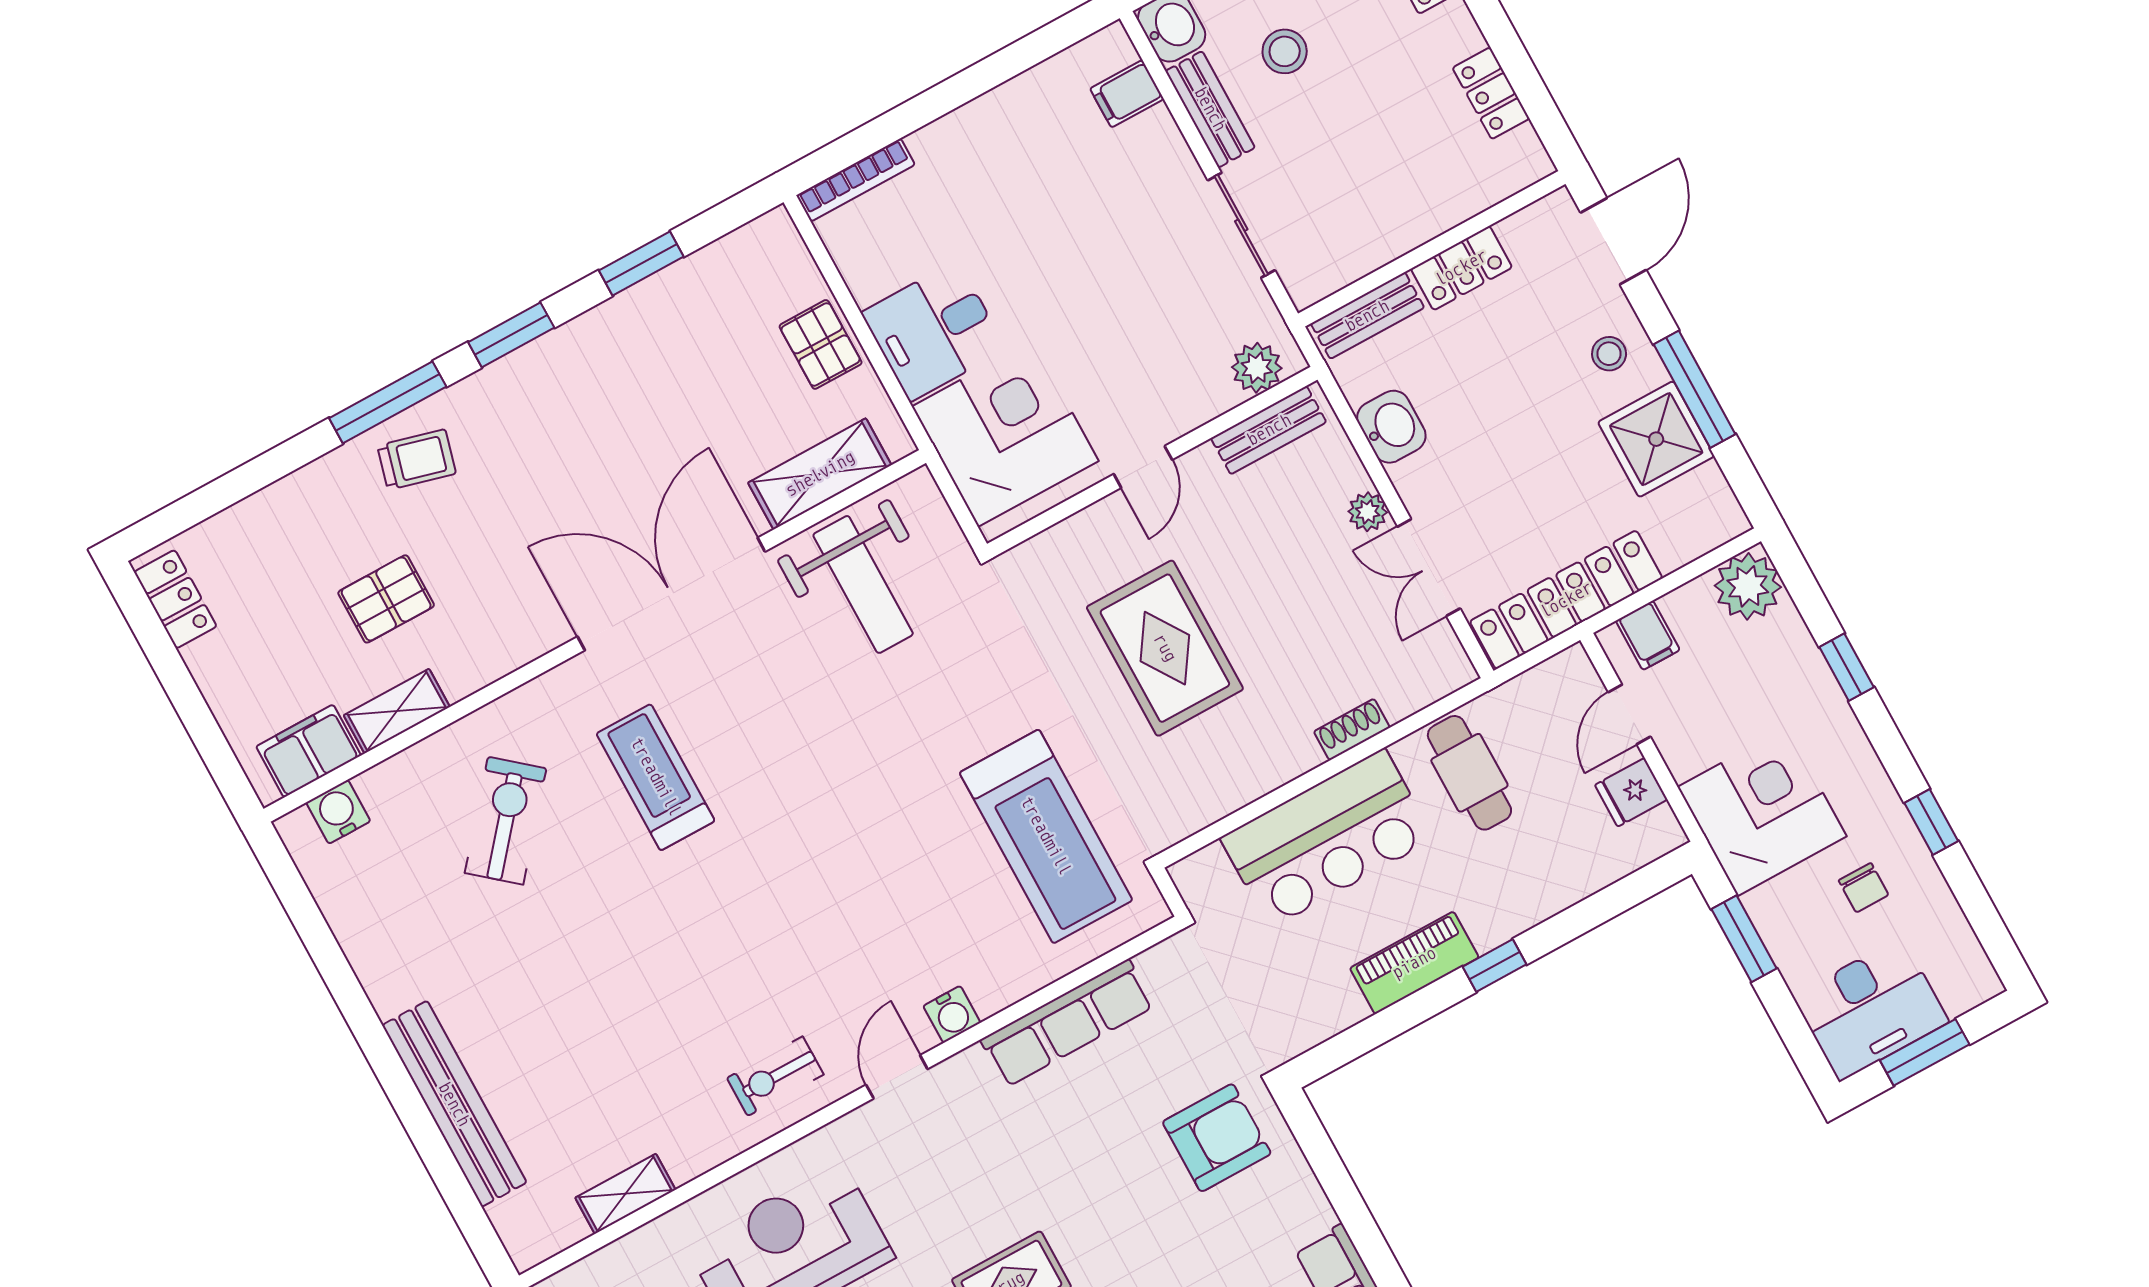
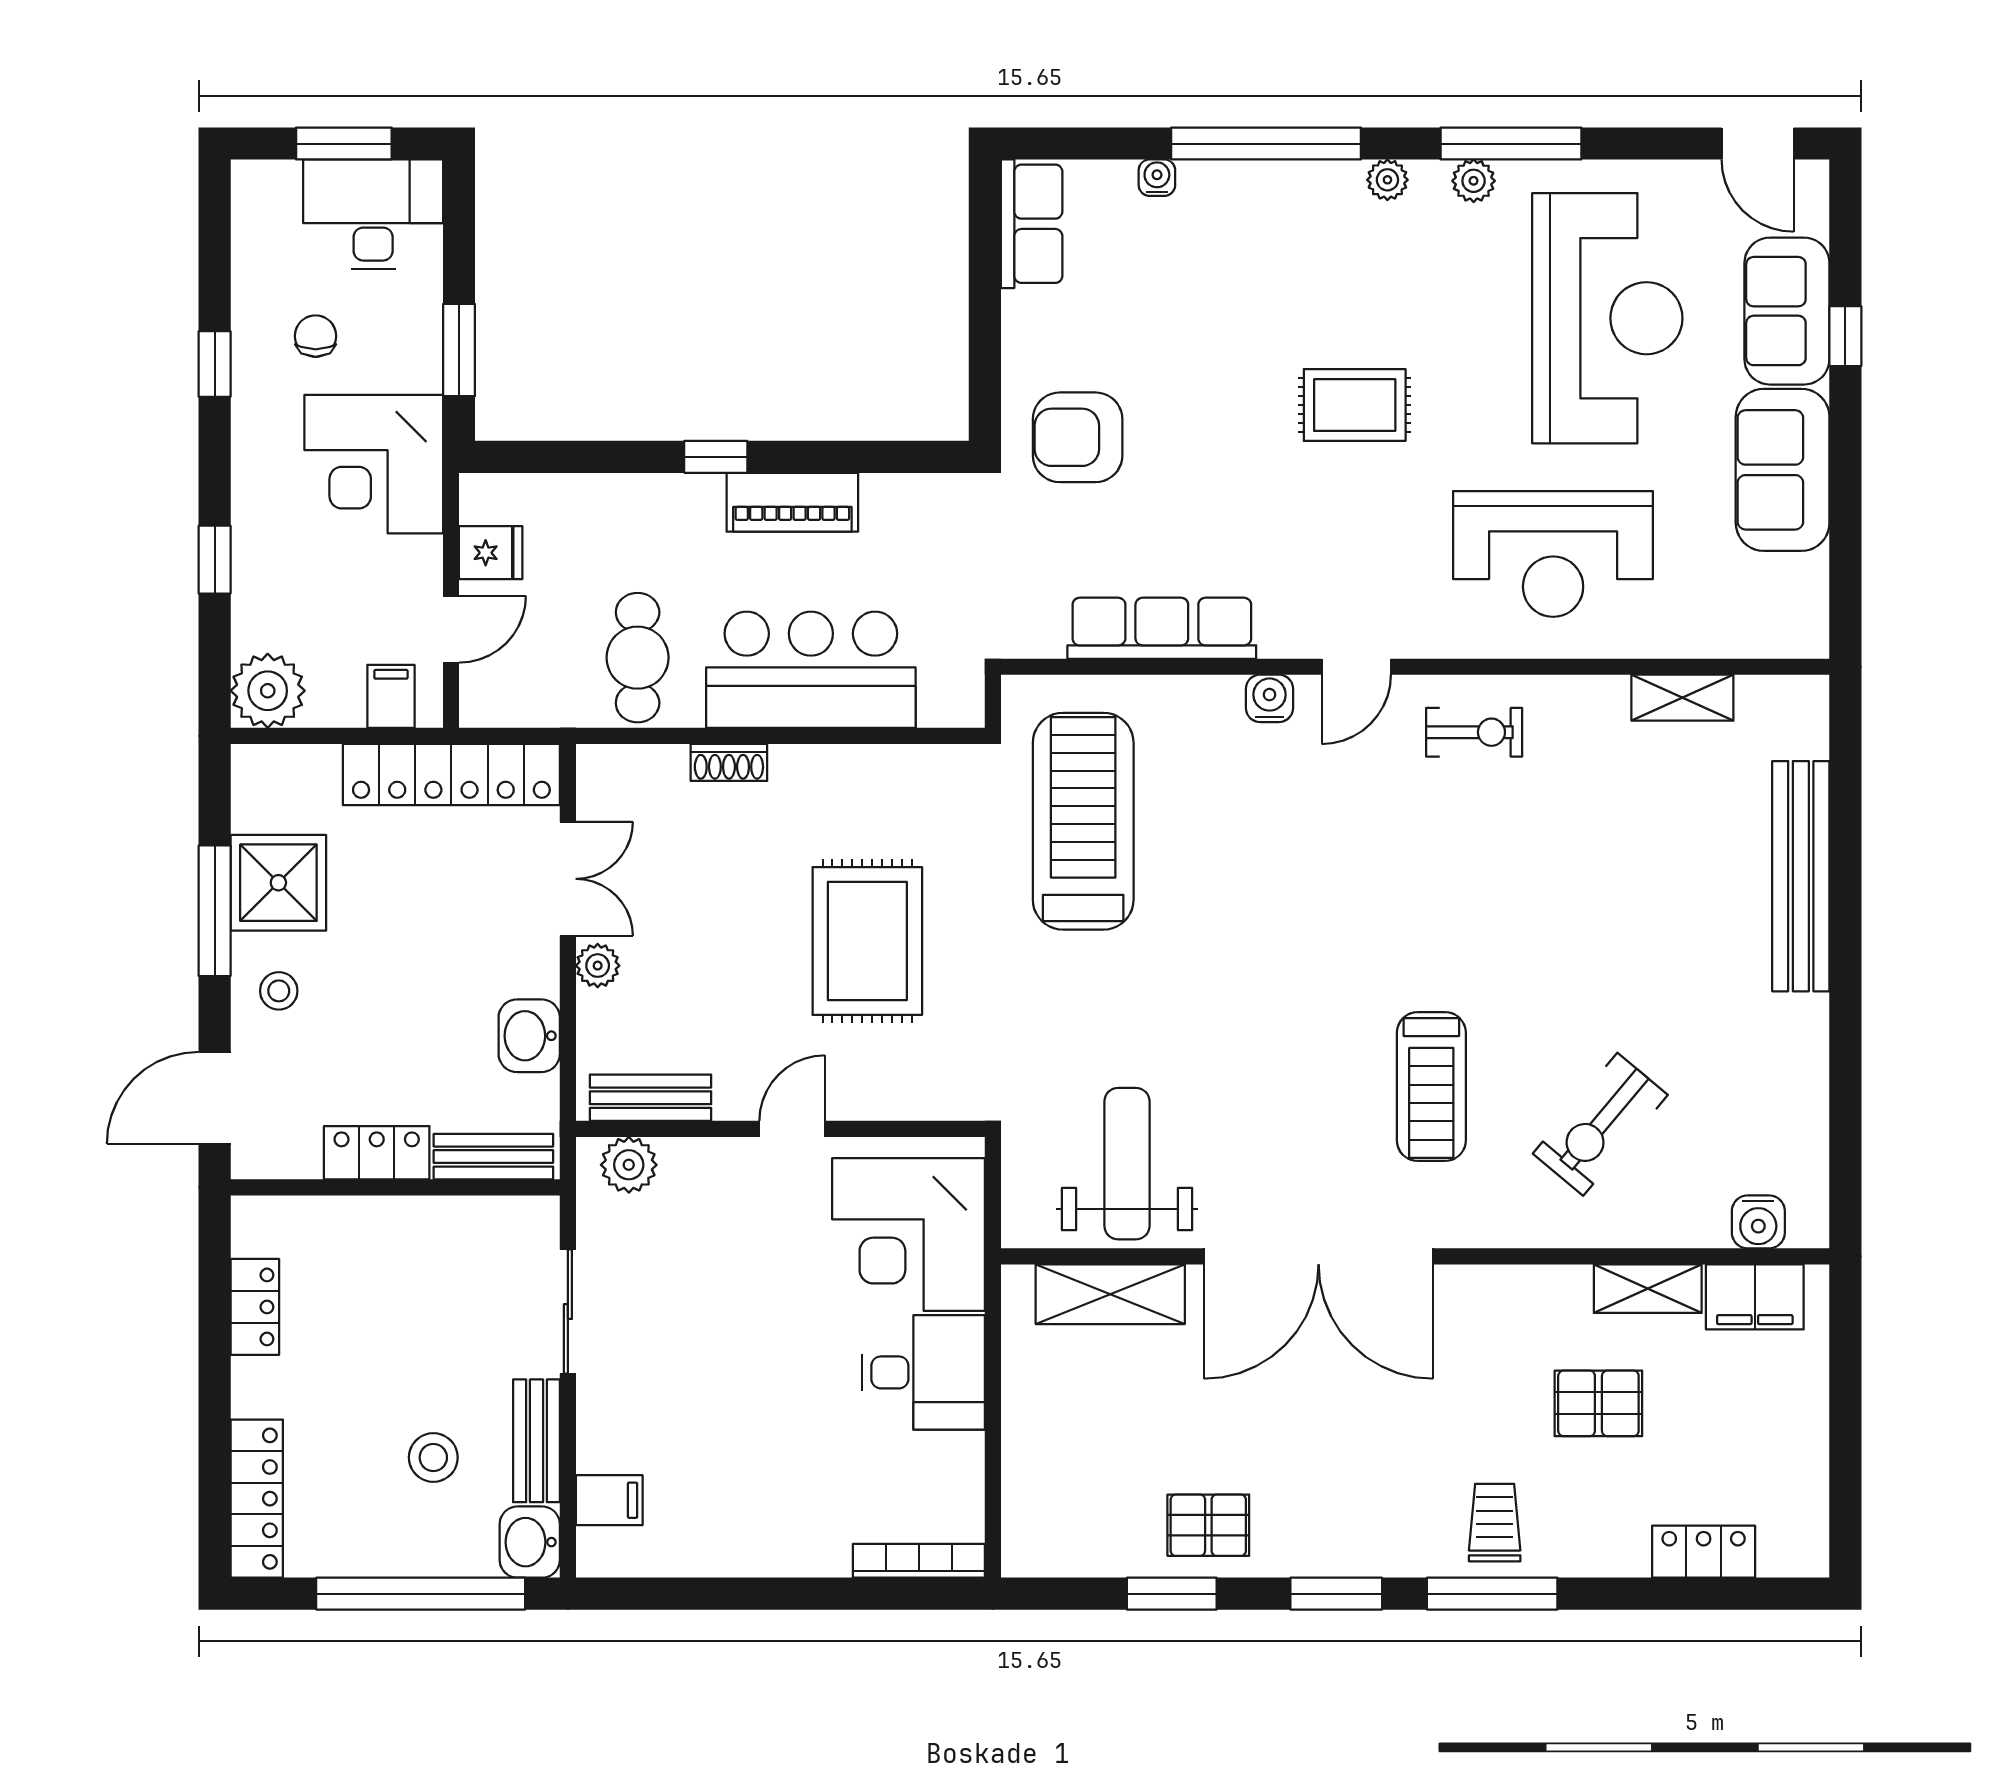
pallet: (821, 344) -> (1208, 1525), moved, turned 90
trolley: (417, 460) -> (1495, 1523), turned 75
locker: (175, 599) -> (1704, 1552), moved, turned 90

